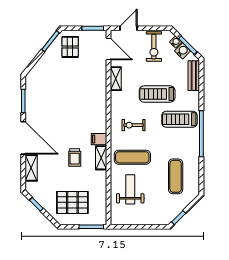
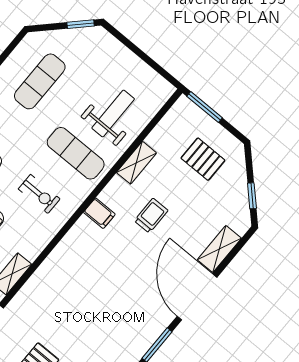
shelving: (101, 158) -> (136, 163), moved
weight bench: (130, 189) -> (113, 113), turned 180
pallet: (72, 202) -> (203, 159), width x0.67, depth x0.71

